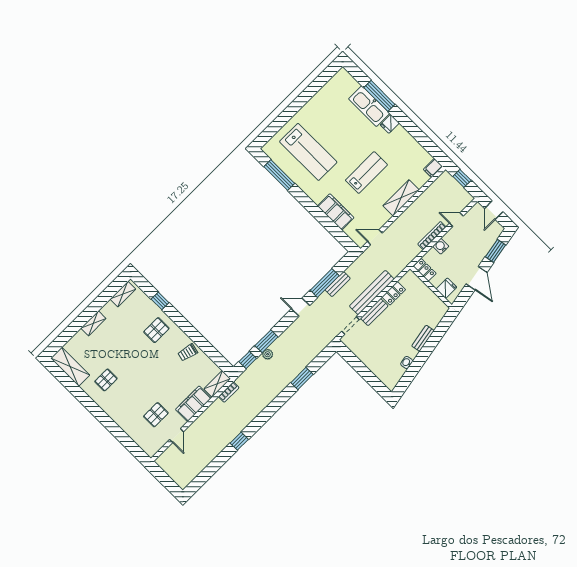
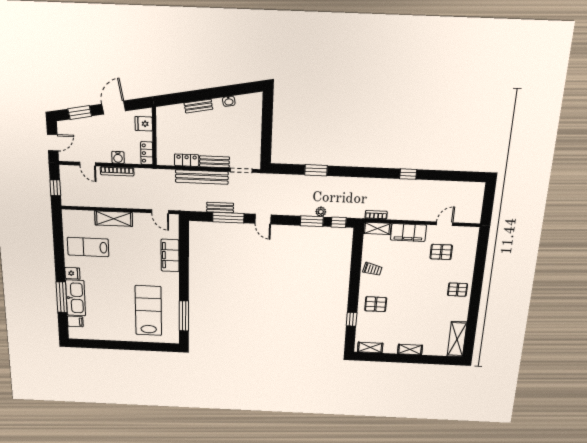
filing cabinet: (433, 168) -> (75, 321), moved
lab bench: (366, 173) -> (88, 247), moved
pallet: (106, 380) -> (458, 290), moved

